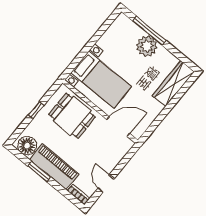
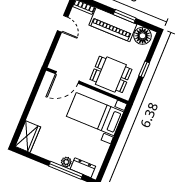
dresser: (131, 28) -> (83, 168), added
plant: (147, 46) -> (66, 162), width x0.53, depth x0.53
wardrobe: (173, 84) -> (28, 137), width x0.67

